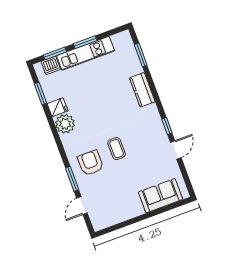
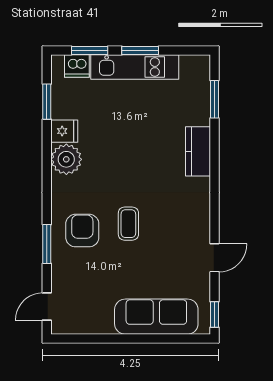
window: (167, 126) -> (215, 315), moved
sofa: (161, 196) -> (156, 317), width x1.36
door: (82, 206) -> (47, 307), moved

